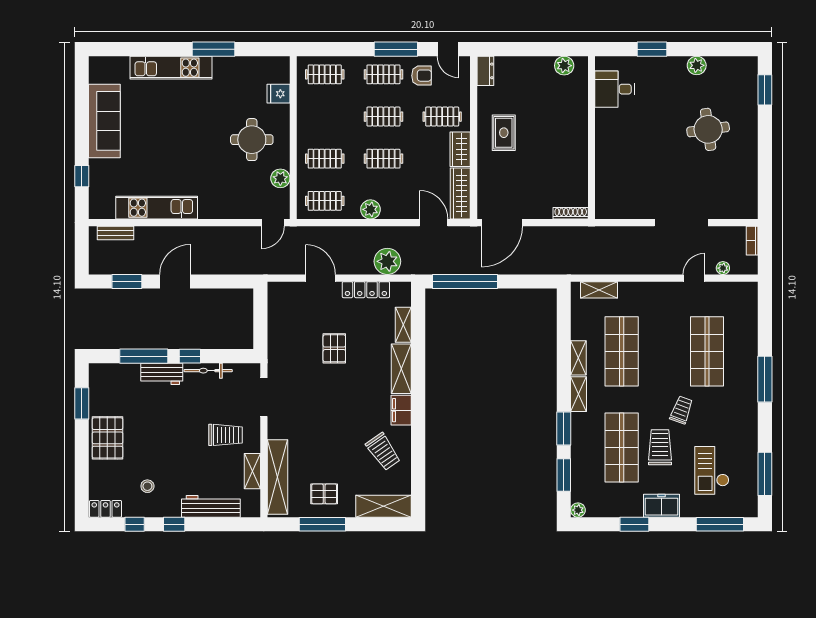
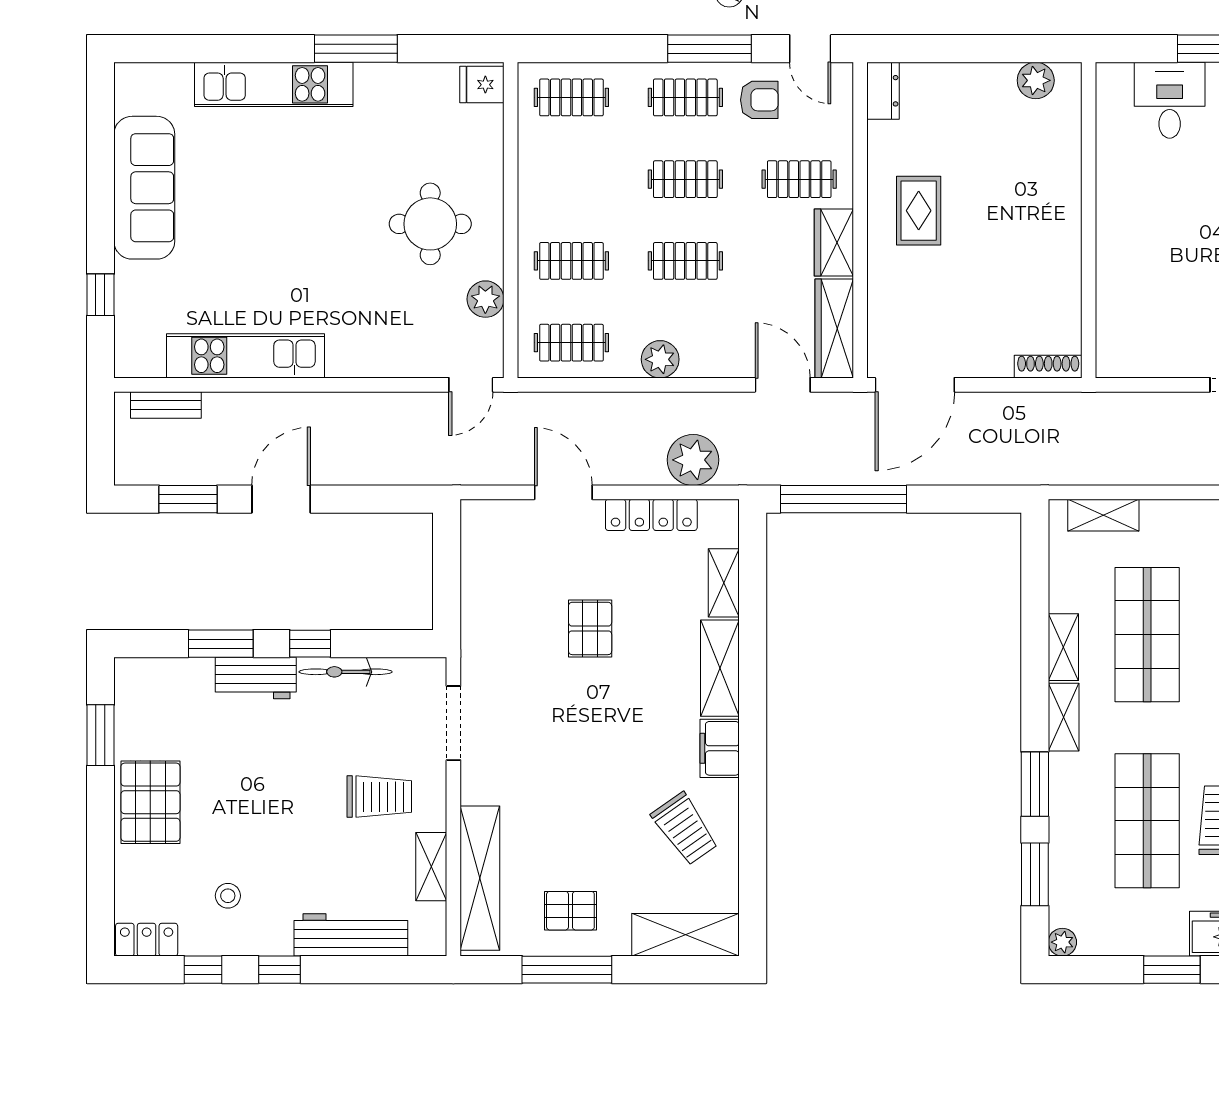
desk: (615, 89) -> (1170, 100), moved, turned 90
fridge: (278, 94) -> (482, 85), moved
window: (144, 356) -> (221, 644), width x0.69

